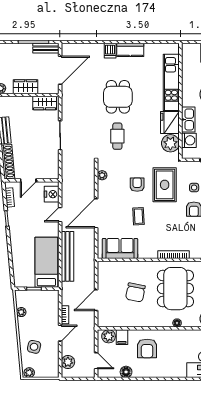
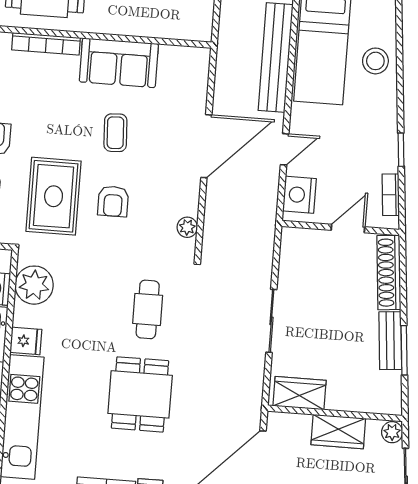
fridge: (170, 123) -> (26, 341), width x0.53, depth x0.75
sofa: (120, 248) -> (119, 63), moved
stool: (21, 258) -> (375, 61), added

